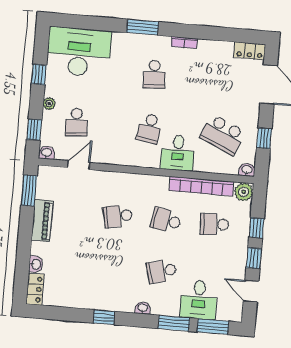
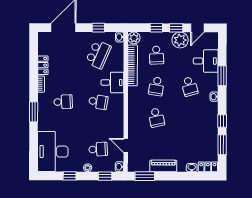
locker: (250, 51) -> (43, 65), moved
plant: (234, 263) -> (180, 40), added
window: (213, 327) -> (222, 145), moved

